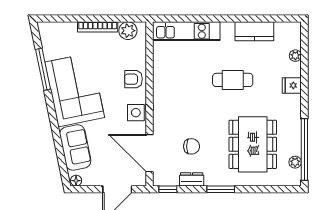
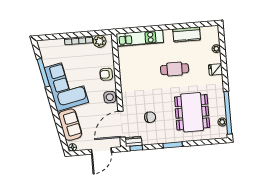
door: (150, 153) -> (122, 124), hinge flipped
dresser: (192, 179) -> (133, 141), moved

